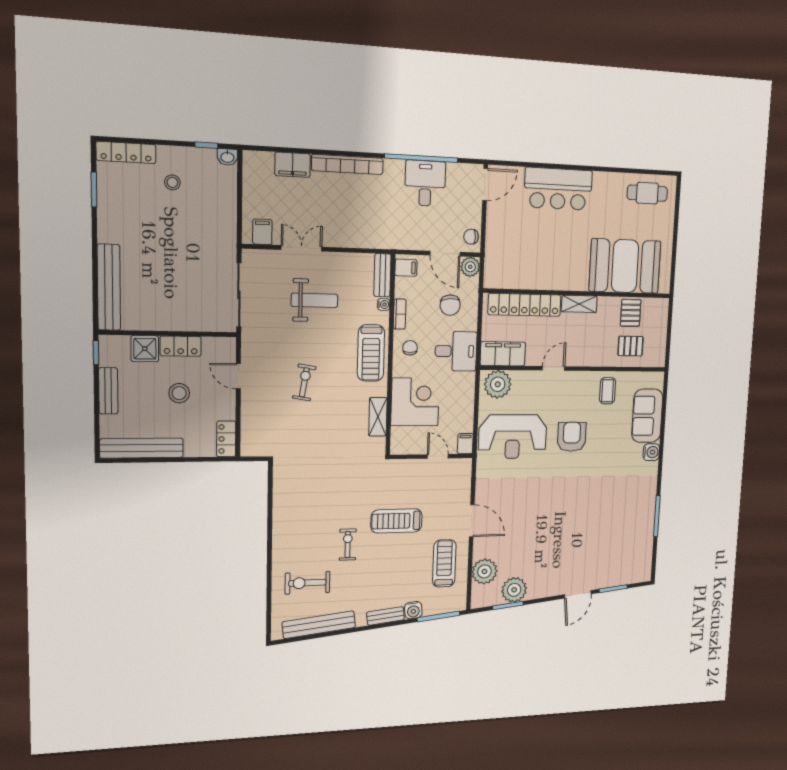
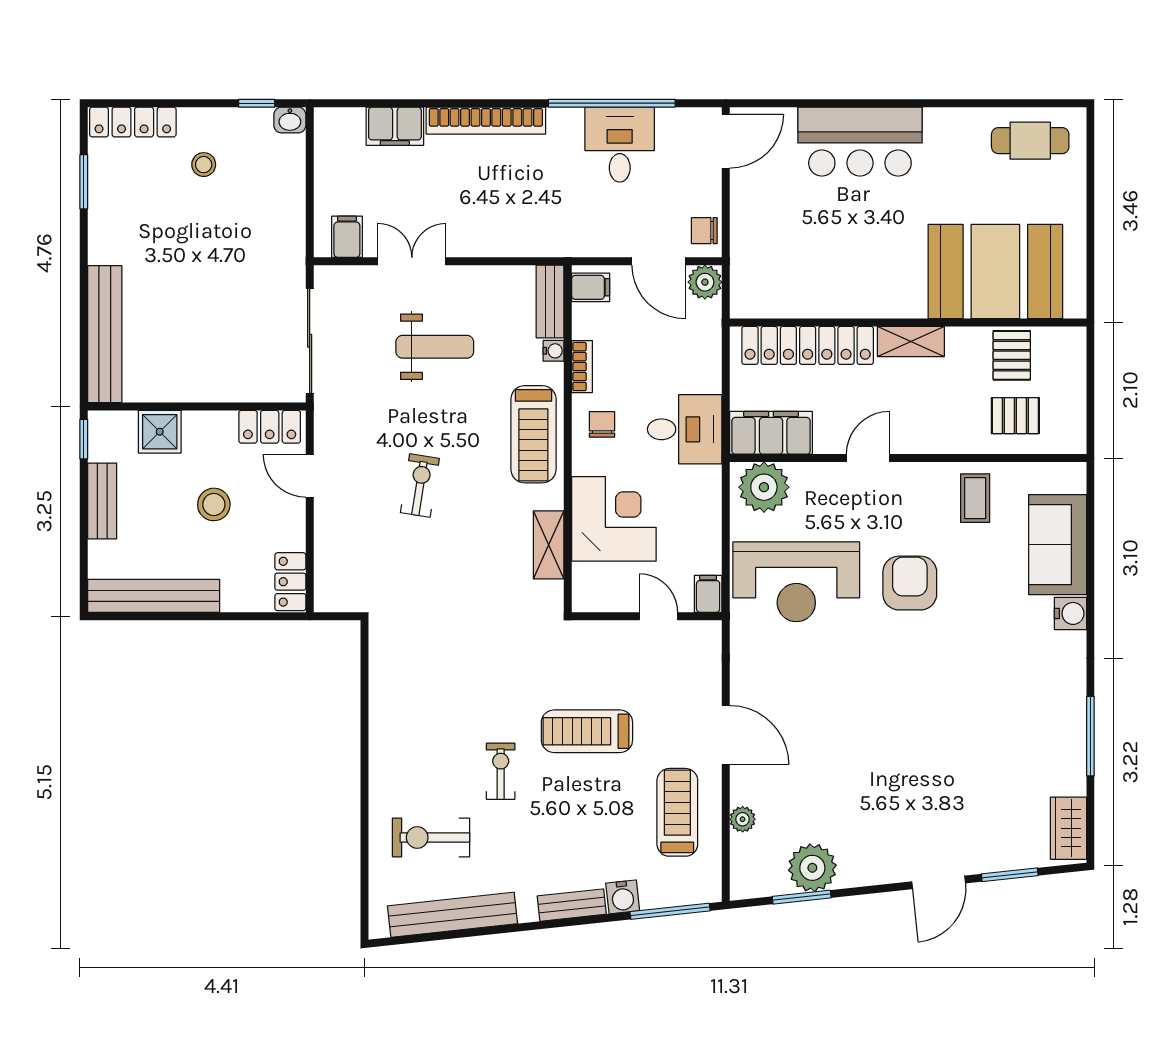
chair: (450, 305) -> (671, 349), removed
locker: (181, 346) -> (270, 427), moved
wardrobe: (643, 564) -> (1068, 828), added
plant: (484, 571) -> (743, 819), width x0.53, depth x0.53

